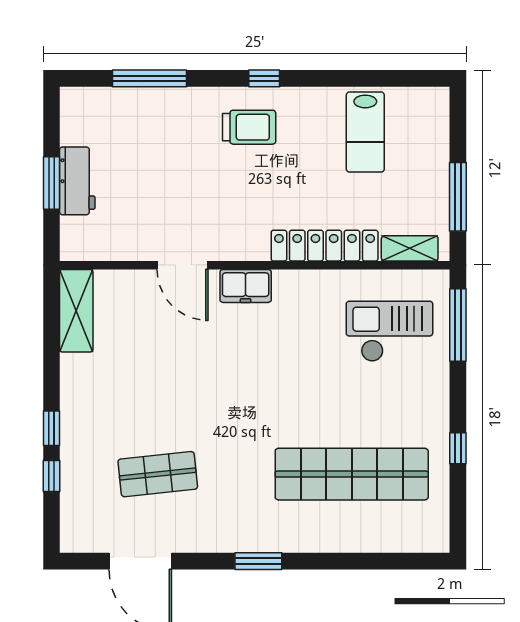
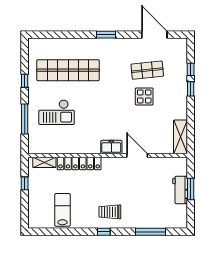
window: (458, 197) -> (25, 183), width x0.46
window: (458, 325) -> (25, 119), moved
checkout: (389, 331) -> (57, 112), moved
display table: (165, 410) -> (144, 96), added

